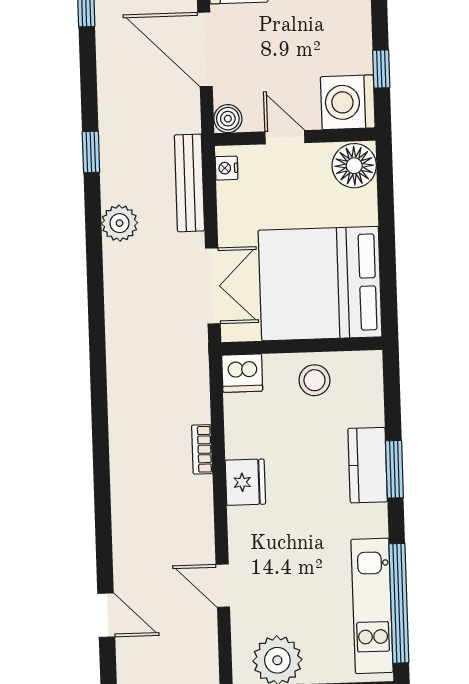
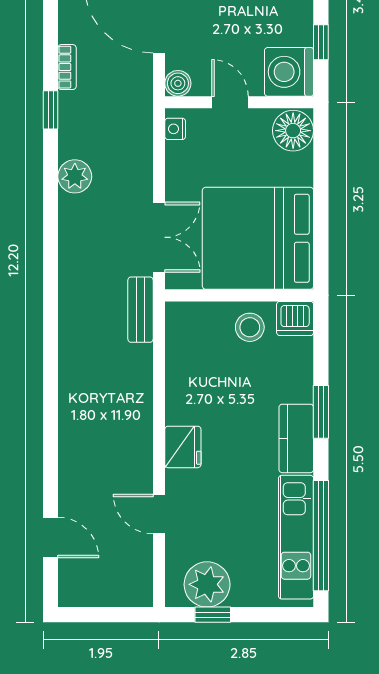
bench: (189, 183) -> (141, 310), moved, width x0.73
dishwasher: (242, 373) -> (295, 318), moved
bookcase: (202, 449) -> (67, 67), moved, turned 180
kitchen counter: (368, 465) -> (296, 438), moved
fridge: (245, 482) -> (183, 447), moved

